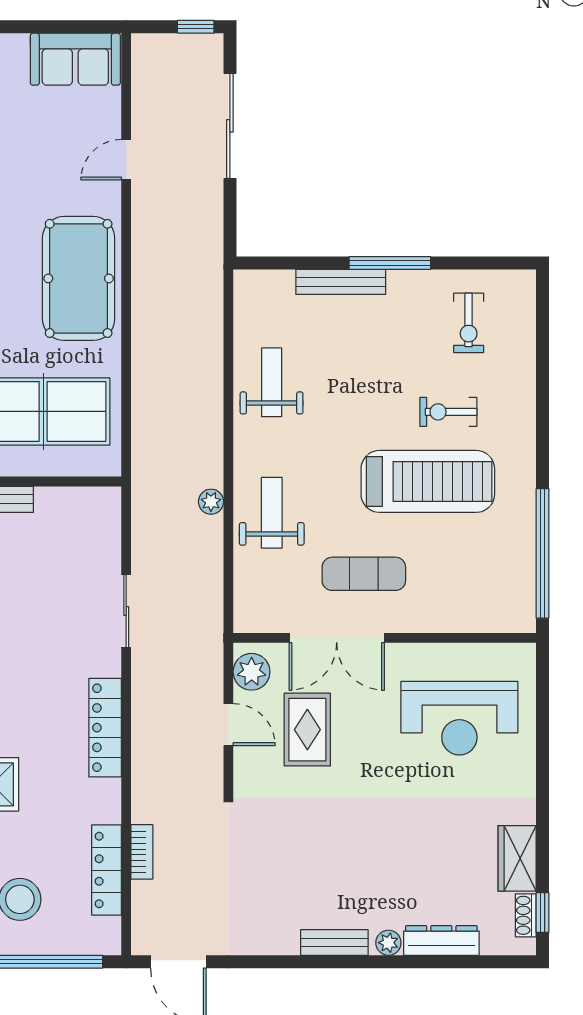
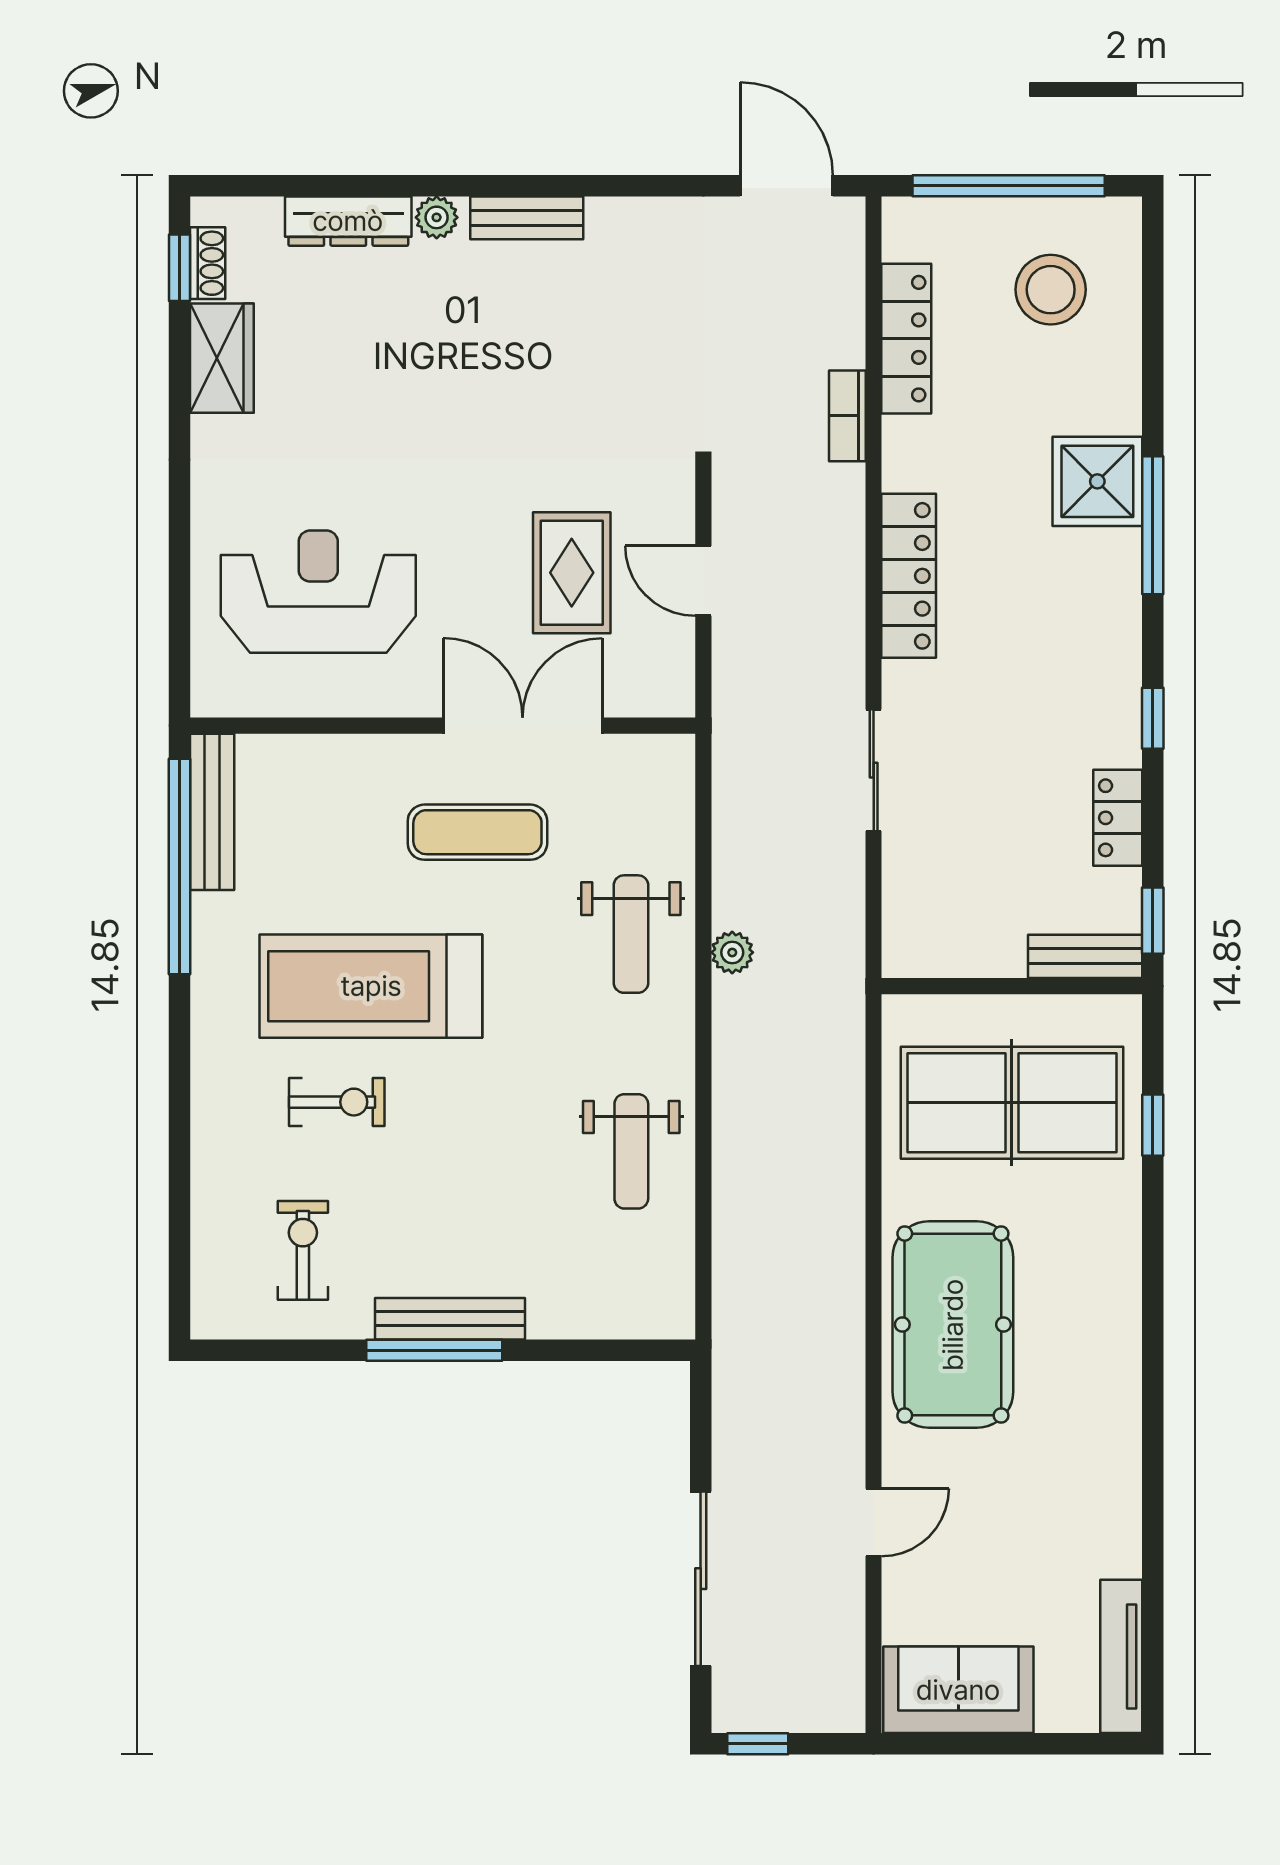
bench: (341, 282) -> (450, 1319), moved
bench: (523, 586) -> (212, 812), added
plant: (252, 672) -> (665, 669), removed
bookcase: (142, 852) -> (847, 416), moved

